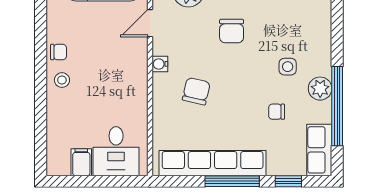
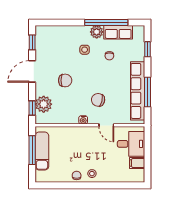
door: (150, 23) -> (106, 125), moved
row of seats: (319, 150) -> (118, 32), moved
window: (232, 181) -> (147, 92), moved

